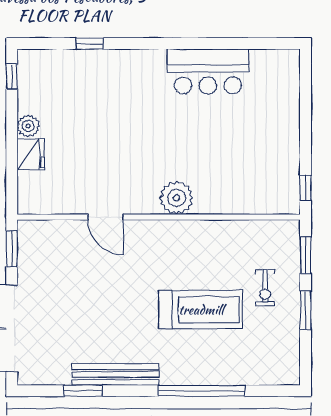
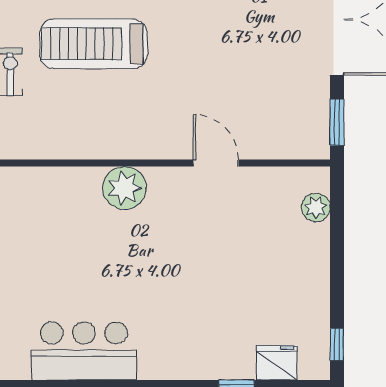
plant: (28, 126) -> (316, 207), moved
fridge: (31, 154) -> (277, 363), moved, turned 90

